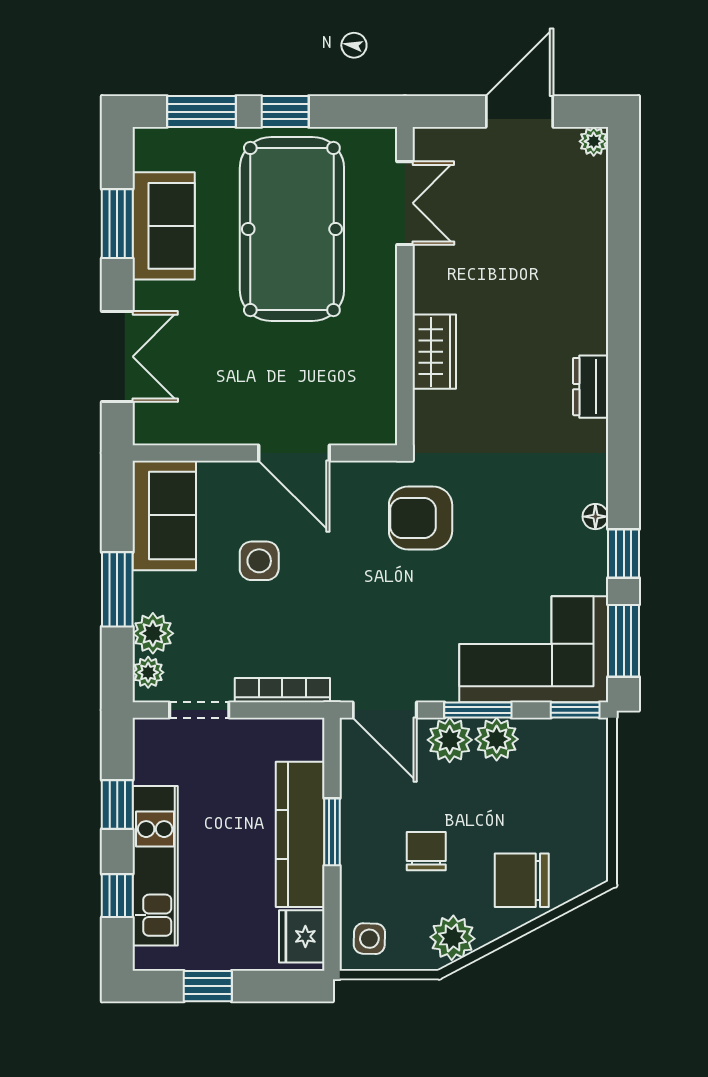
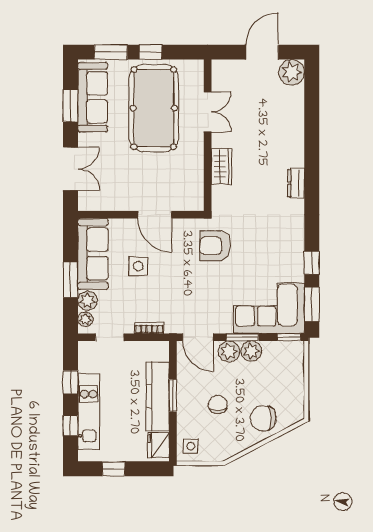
plant: (594, 141) -> (292, 72), width x1.87, depth x1.87
double door: (405, 203) -> (208, 112), moved
sofa: (164, 226) -> (93, 97), width x1.36
sofa: (164, 515) -> (93, 254), width x1.36
floor lamp: (595, 517) -> (298, 245), removed
bookcase: (282, 690) -> (149, 328), width x0.64
plant: (452, 938) -> (230, 446), removed

